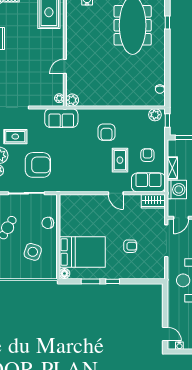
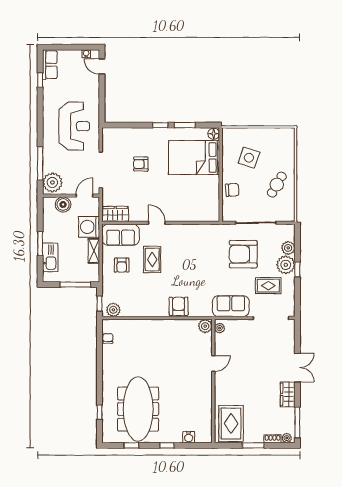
sofa: (61, 118) -> (231, 306), moved
armchair: (107, 132) -> (179, 306), moved

